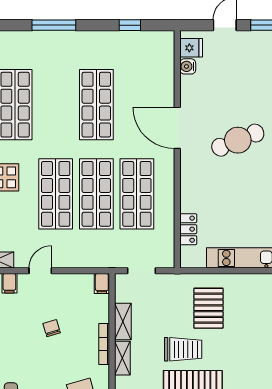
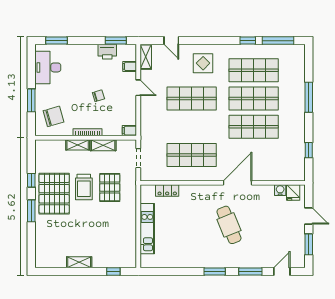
shop shelf: (96, 194) -> (254, 99), moved
pallet: (208, 308) -> (110, 188), moved, turned 90

